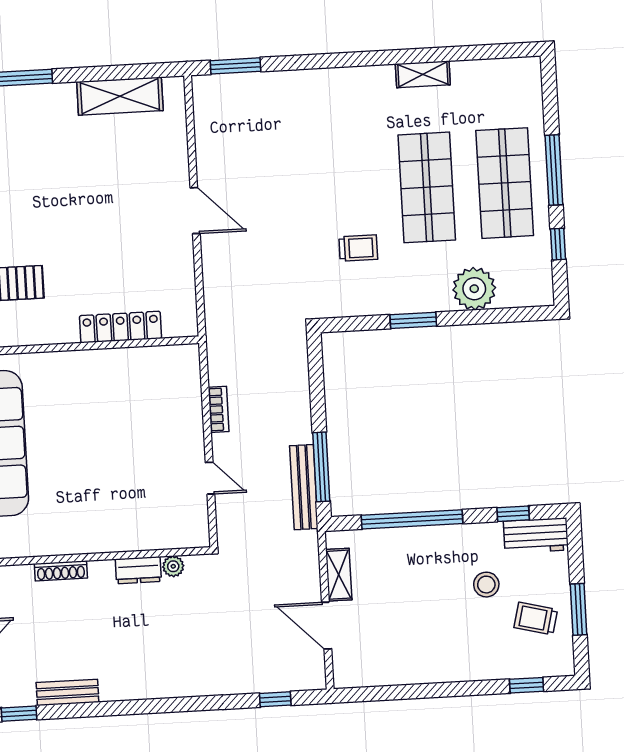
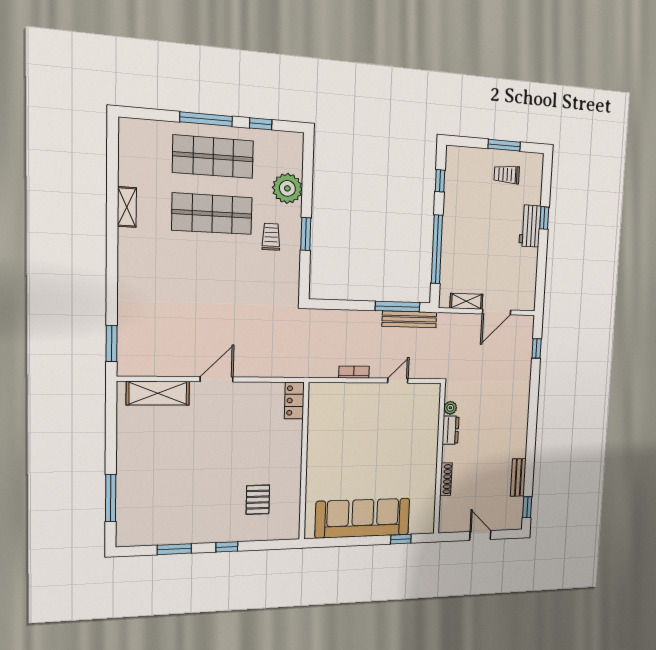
shelving: (120, 96) -> (158, 393), moved, turned 90
trolley: (358, 248) -> (271, 237), moved
locker: (120, 327) -> (294, 401), moved, width x0.66
workbench: (536, 536) -> (530, 226), moved, turned 180
stool: (486, 585) -> (482, 205), removed
trolley: (536, 619) -> (507, 175), turned 76
window: (527, 685) -> (544, 218), moved

